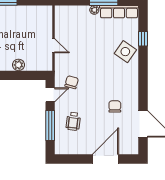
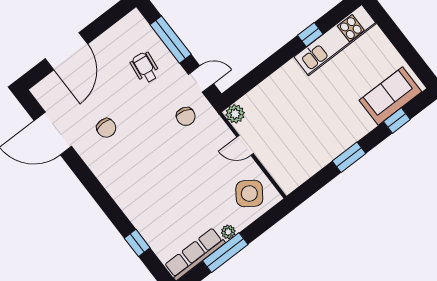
side table: (125, 52) -> (249, 194), moved
plant: (18, 65) -> (235, 114), moved
door: (50, 95) -> (201, 79), swing flipped

